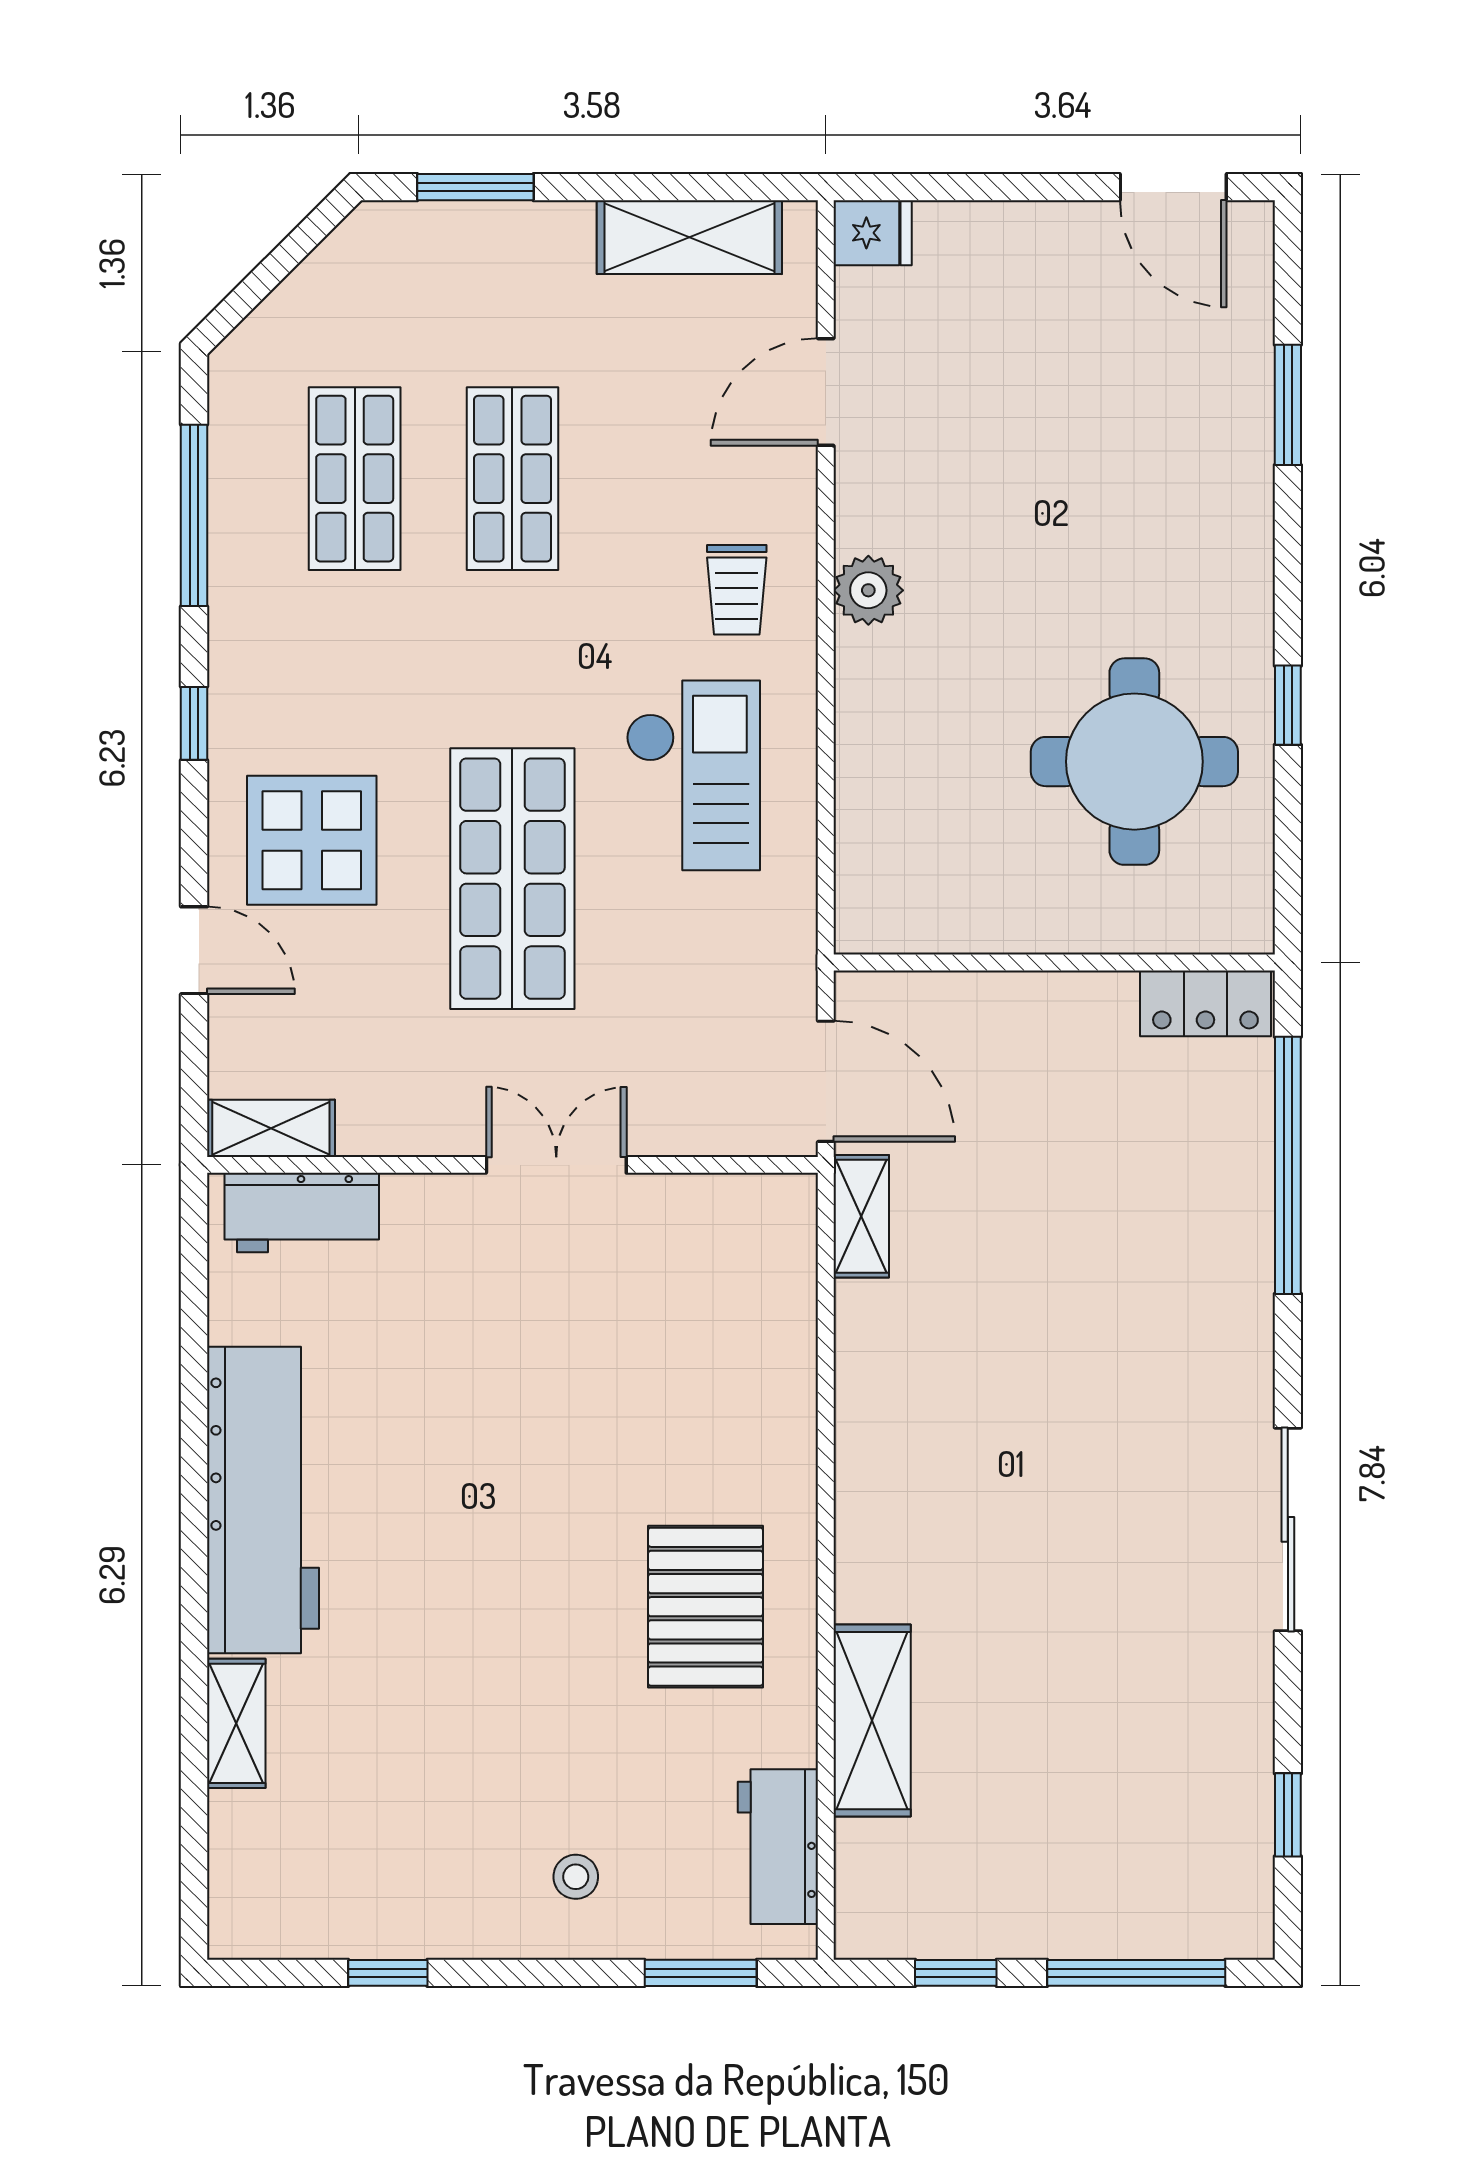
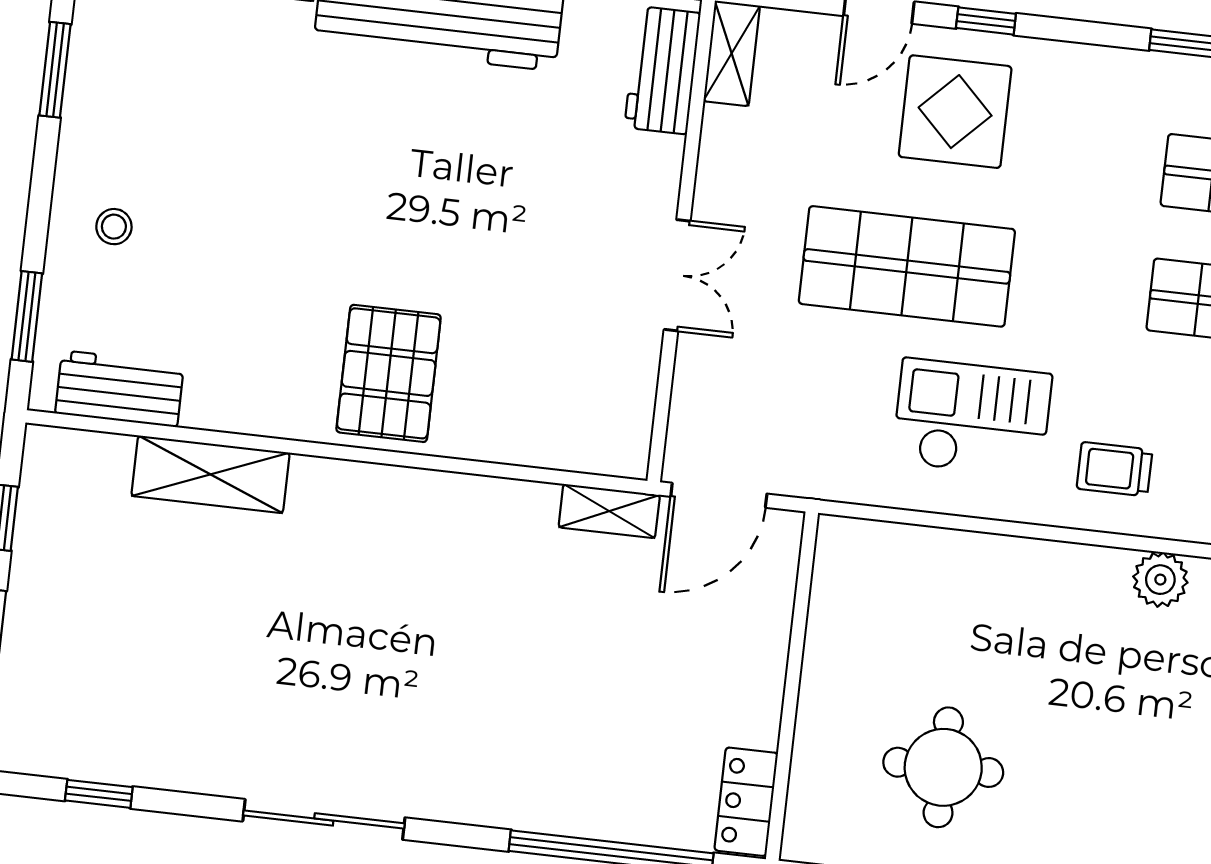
plant: (868, 590) -> (1160, 580), moved
window: (194, 723) -> (986, 21), moved
round table: (1134, 762) -> (943, 767), width x0.73, depth x0.73
checkout: (693, 775) -> (972, 418), turned 180
pallet: (705, 1607) -> (389, 373), moved, turned 90
window: (388, 1973) -> (55, 70), width x1.50

